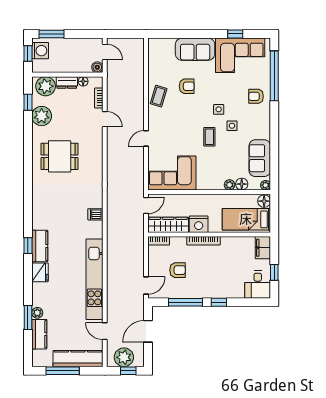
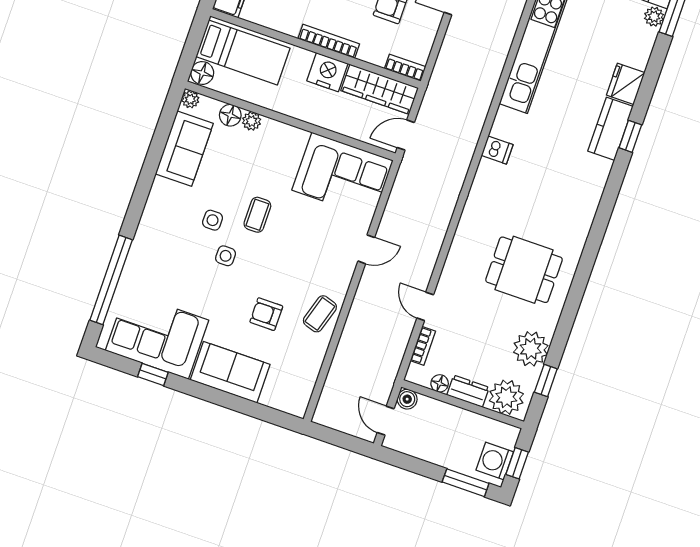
armchair: (256, 96) -> (154, 256), removed

